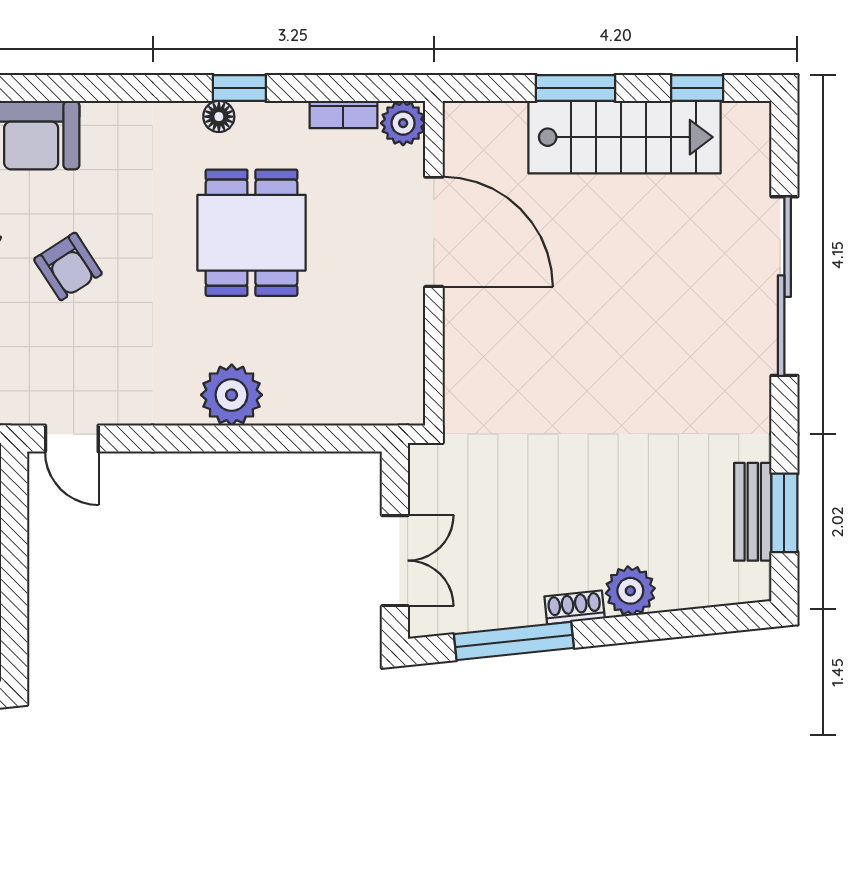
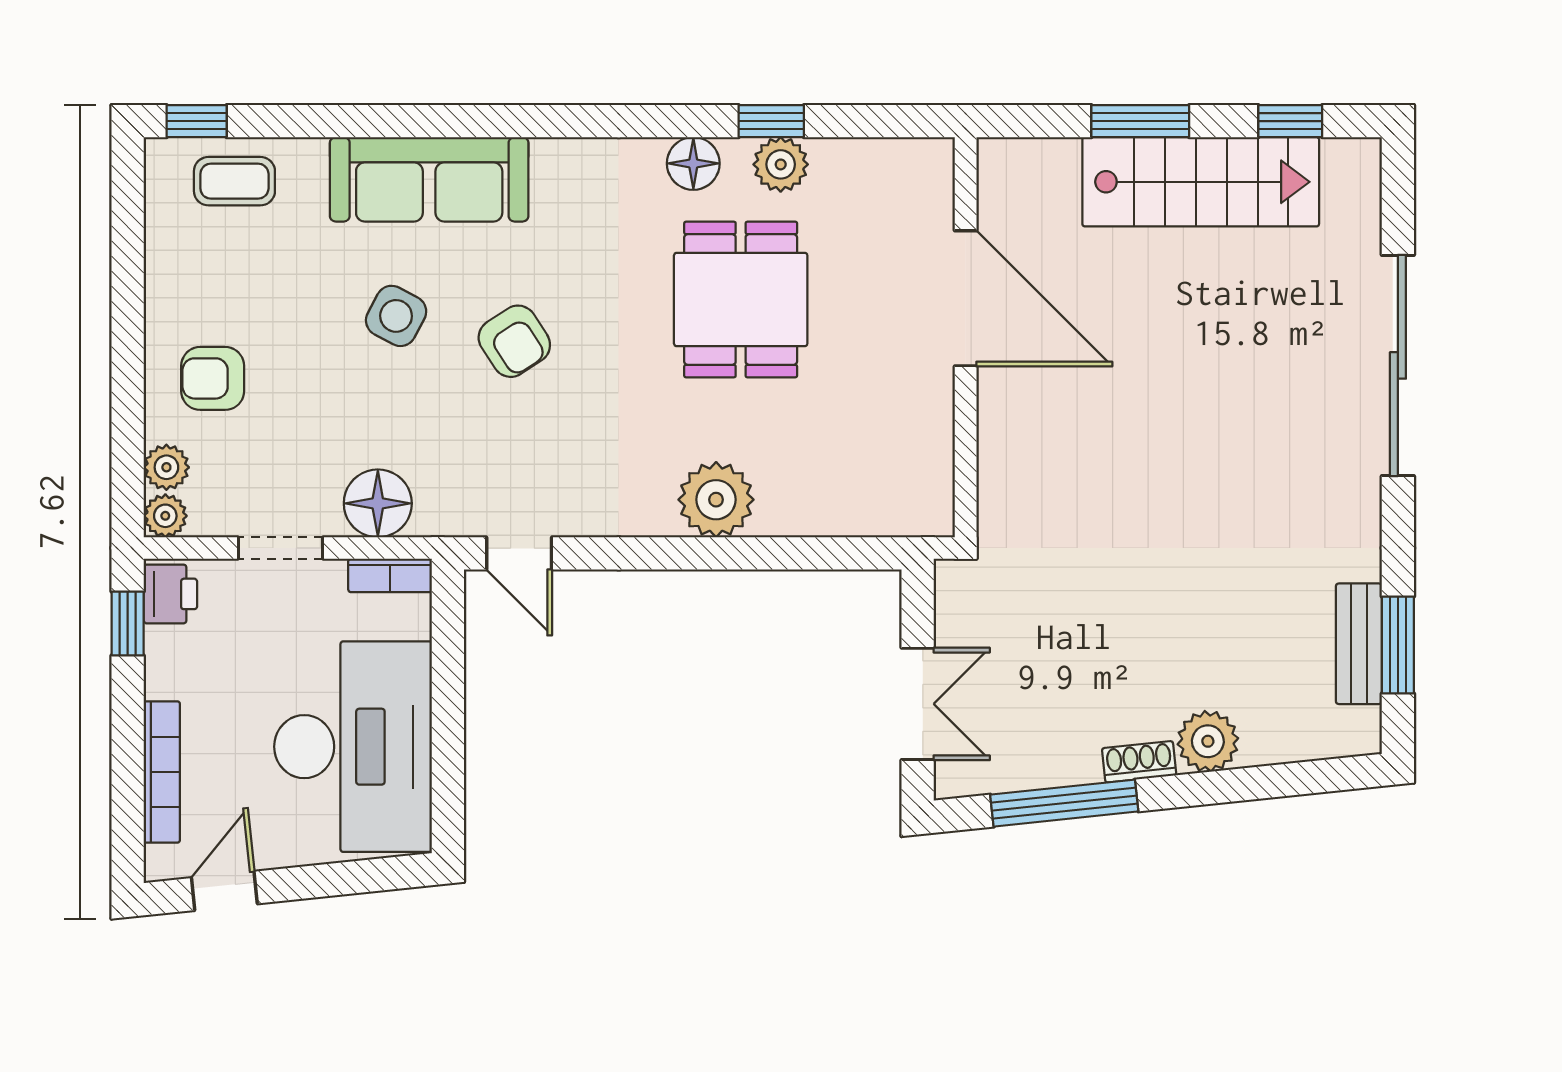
window: (239, 88) -> (771, 121), moved
bookcase: (343, 115) -> (854, 154), removed
floor lamp: (219, 117) -> (693, 163), width x1.37, depth x1.37
plant: (403, 123) -> (781, 164), moved

